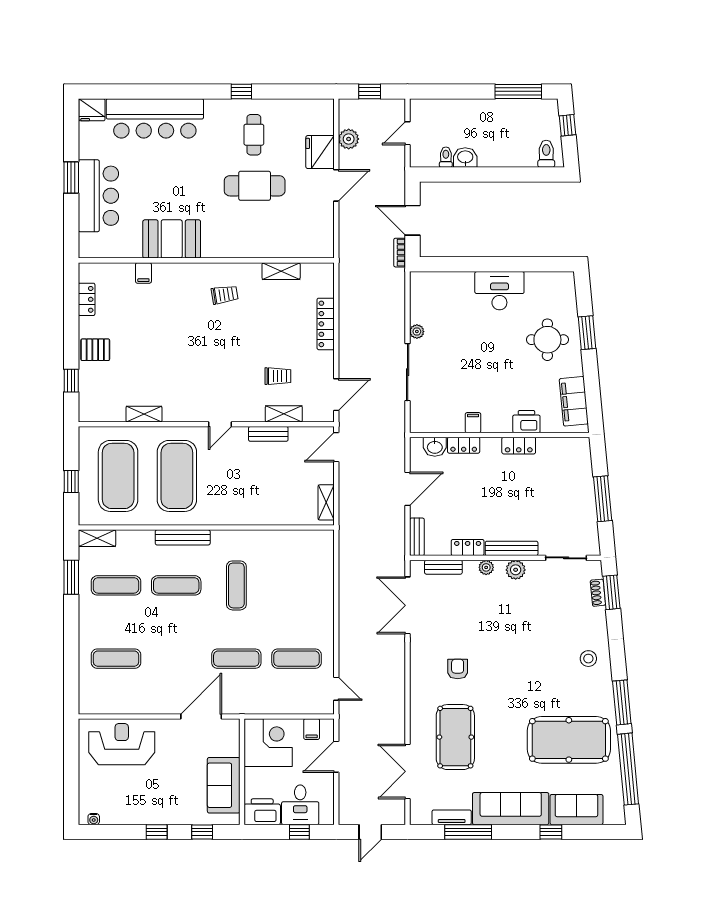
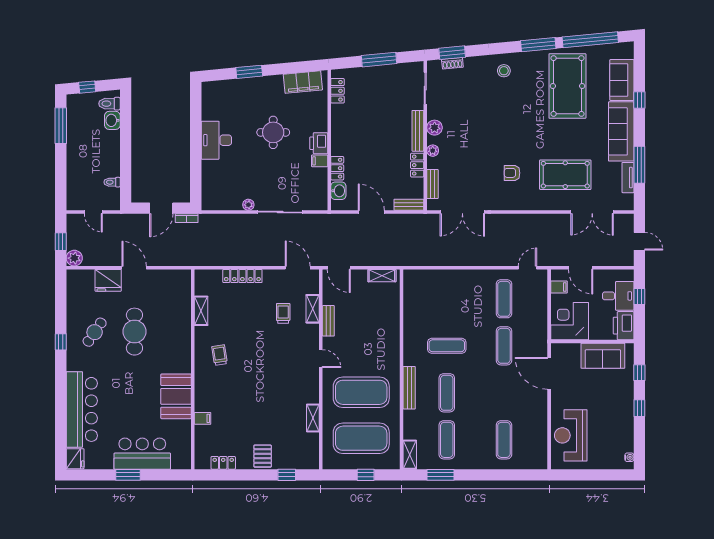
cafe table: (254, 135) -> (95, 332), turned -56
plant: (349, 139) -> (74, 258), moved
washbasin: (465, 157) -> (112, 120), moved
round table: (547, 340) -> (273, 132), moved
printer: (526, 422) -> (319, 143), moved
locker: (519, 446) -> (337, 91), moved

